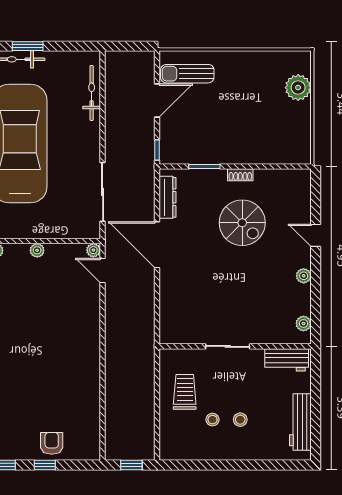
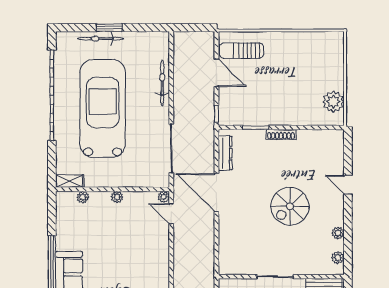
plant: (298, 88) -> (333, 102), moved
bicycle: (92, 93) -> (162, 83), moved
door: (157, 100) -> (216, 73), hinge flipped
shoe rack: (240, 175) -> (281, 134), width x1.43
spiral stairs: (242, 223) -> (290, 206), moved, turned 90
plant: (304, 276) -> (338, 233), moved

